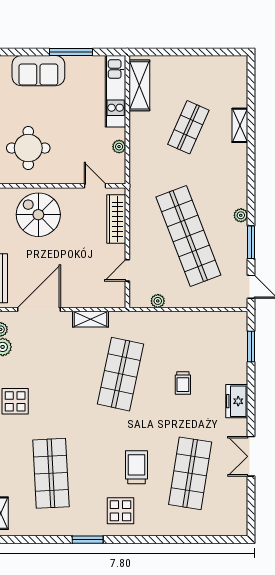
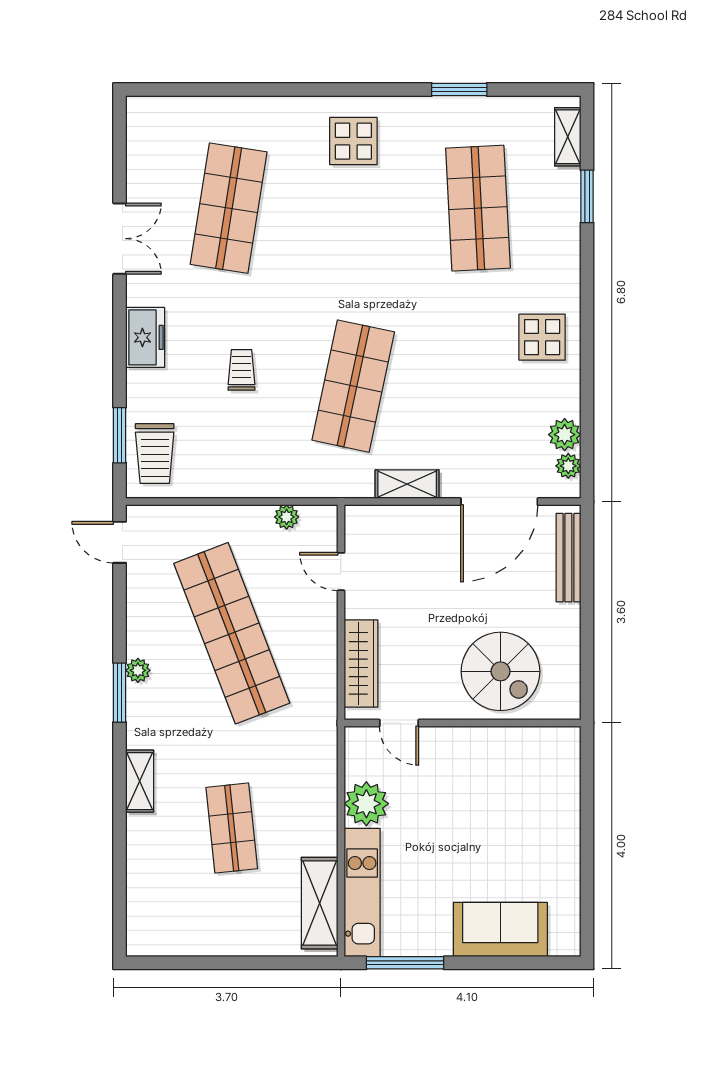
window: (71, 52) -> (405, 963), moved
shelving: (240, 125) -> (140, 781), moved
shop shelf: (188, 127) -> (232, 828), turned -30
plant: (119, 147) -> (366, 804), width x1.87, depth x1.87
round table: (28, 148) -> (519, 791), removed
window: (251, 242) -> (120, 693), moved
door: (127, 270) -> (341, 572), swing flipped
trolley: (136, 467) -> (155, 454), moved
window: (88, 540) -> (459, 90), moved

